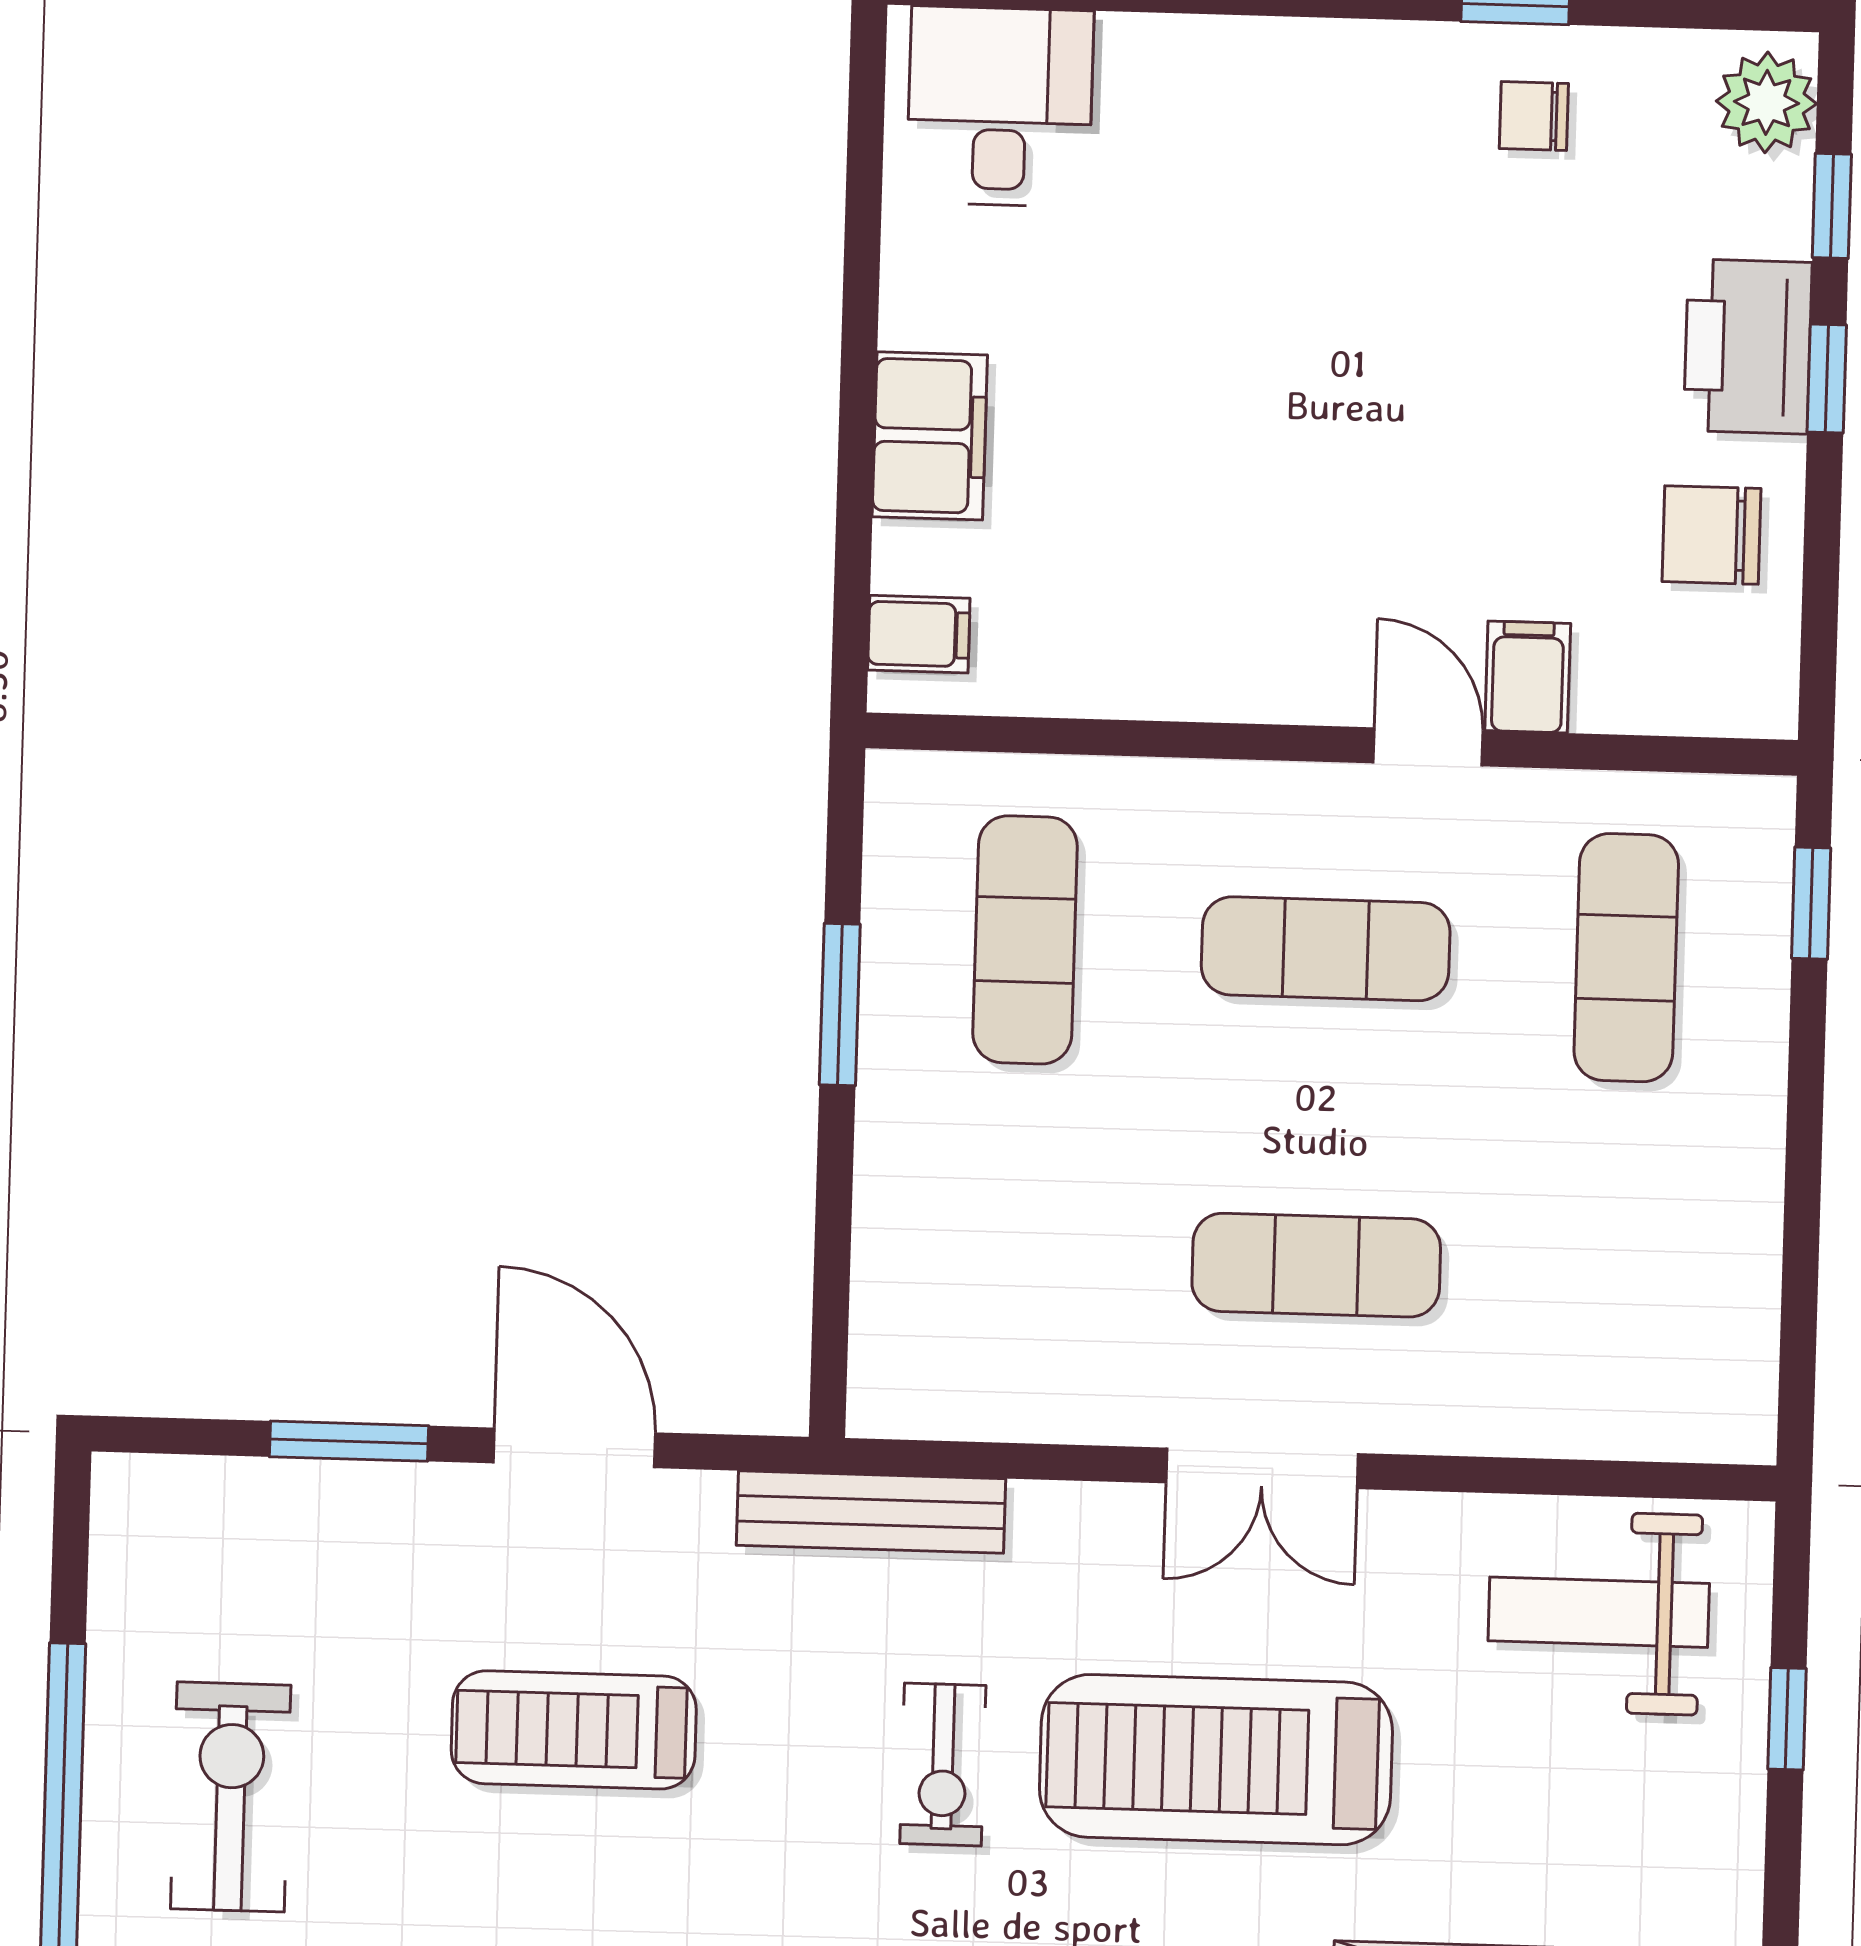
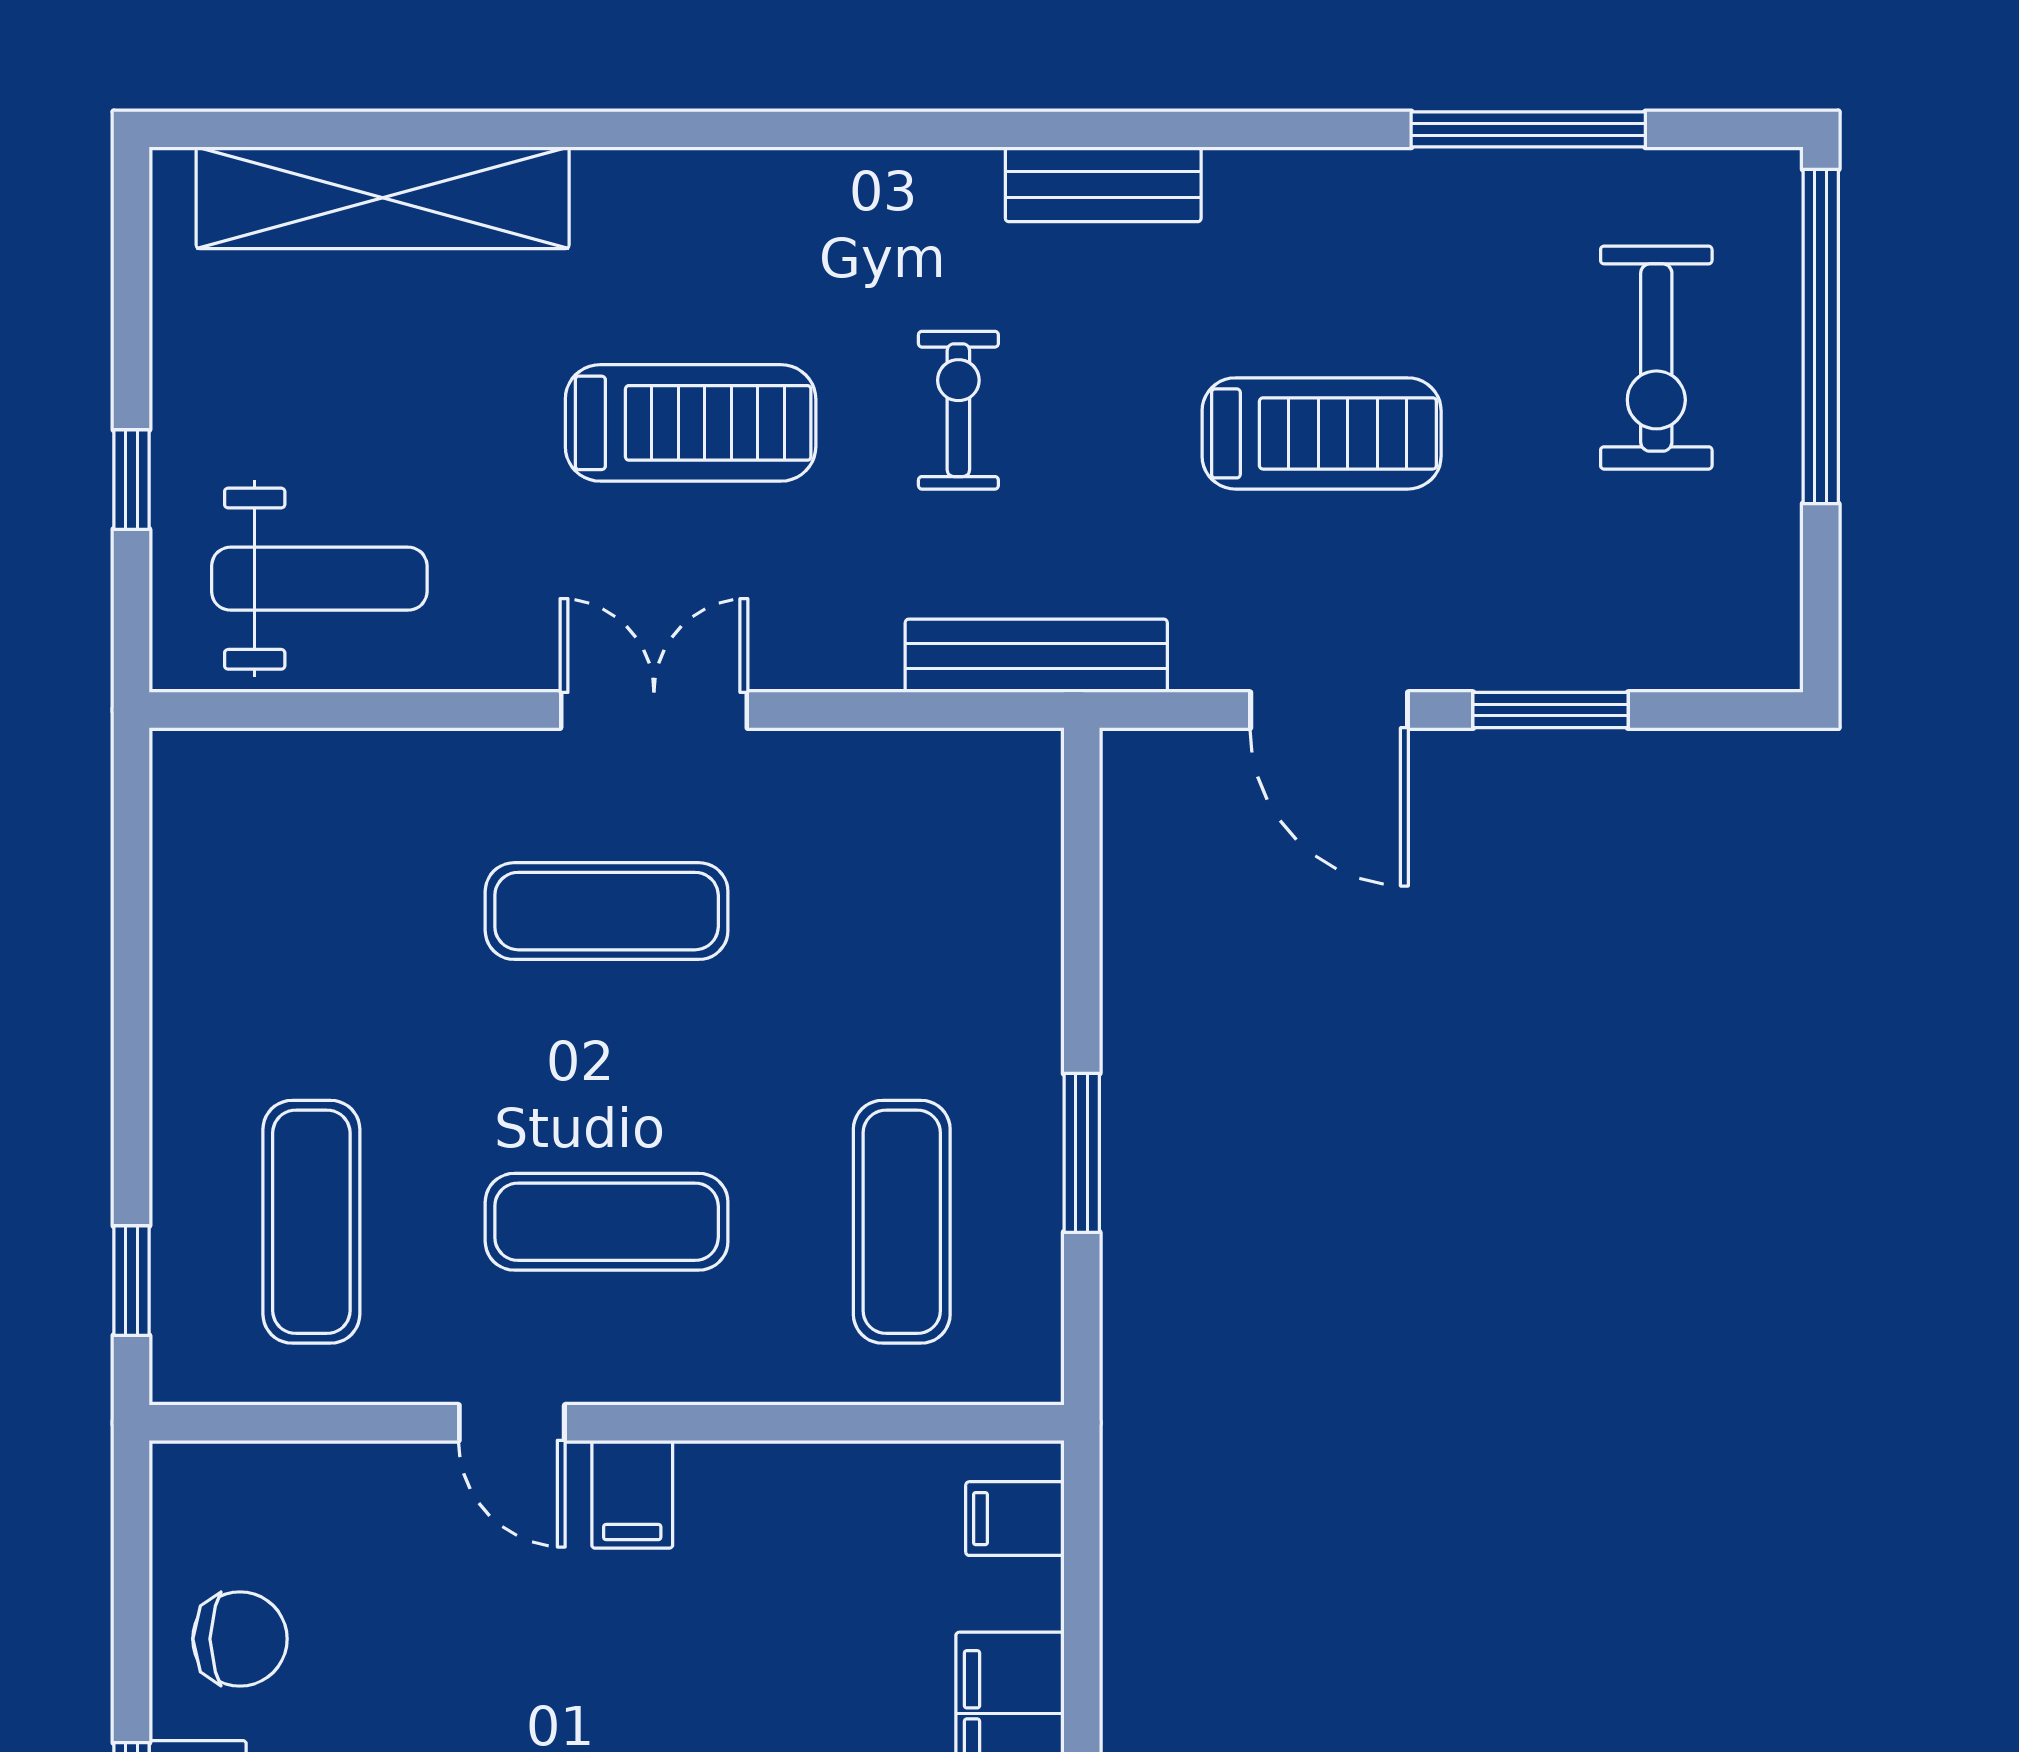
filing cabinet: (1528, 677) -> (632, 1494), moved
treadmill: (1216, 1760) -> (691, 423), width x0.73, depth x0.73

